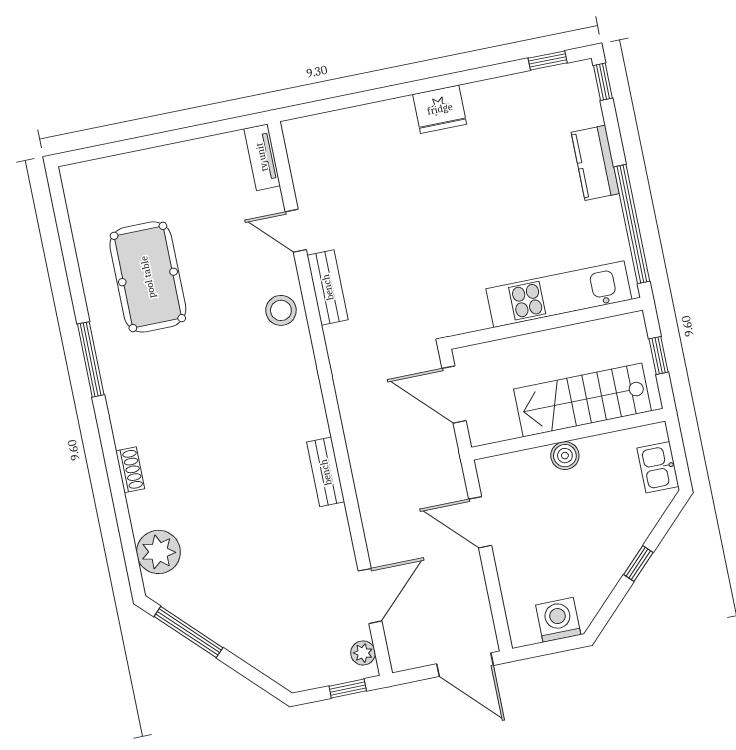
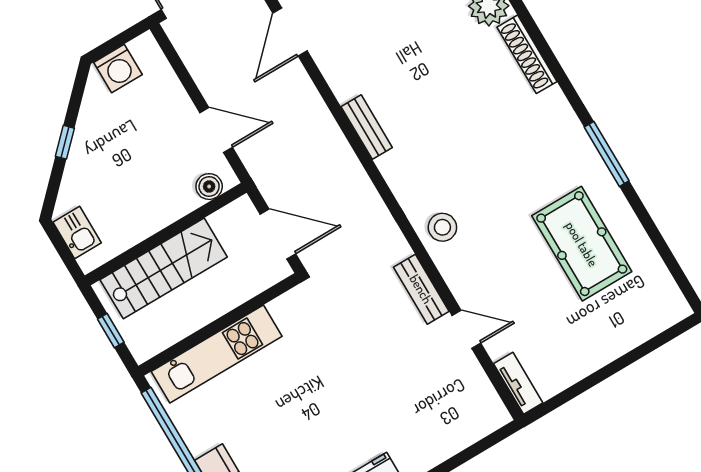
stool: (281, 310) -> (442, 227), moved
boiler: (565, 456) -> (209, 187), moved
shoe rack: (130, 470) -> (527, 54), width x1.94, depth x1.24

